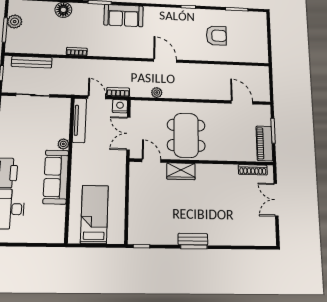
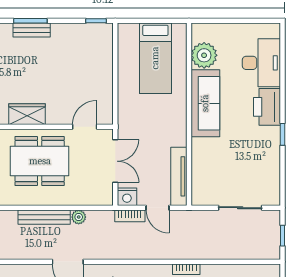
bench: (32, 62) -> (44, 217), moved
dining table: (186, 135) -> (40, 161), turned 90
plant: (63, 144) -> (204, 55), moved, width x1.88, depth x1.88
door: (151, 161) -> (85, 127), swing flipped
wardrobe: (181, 171) -> (27, 114), moved

